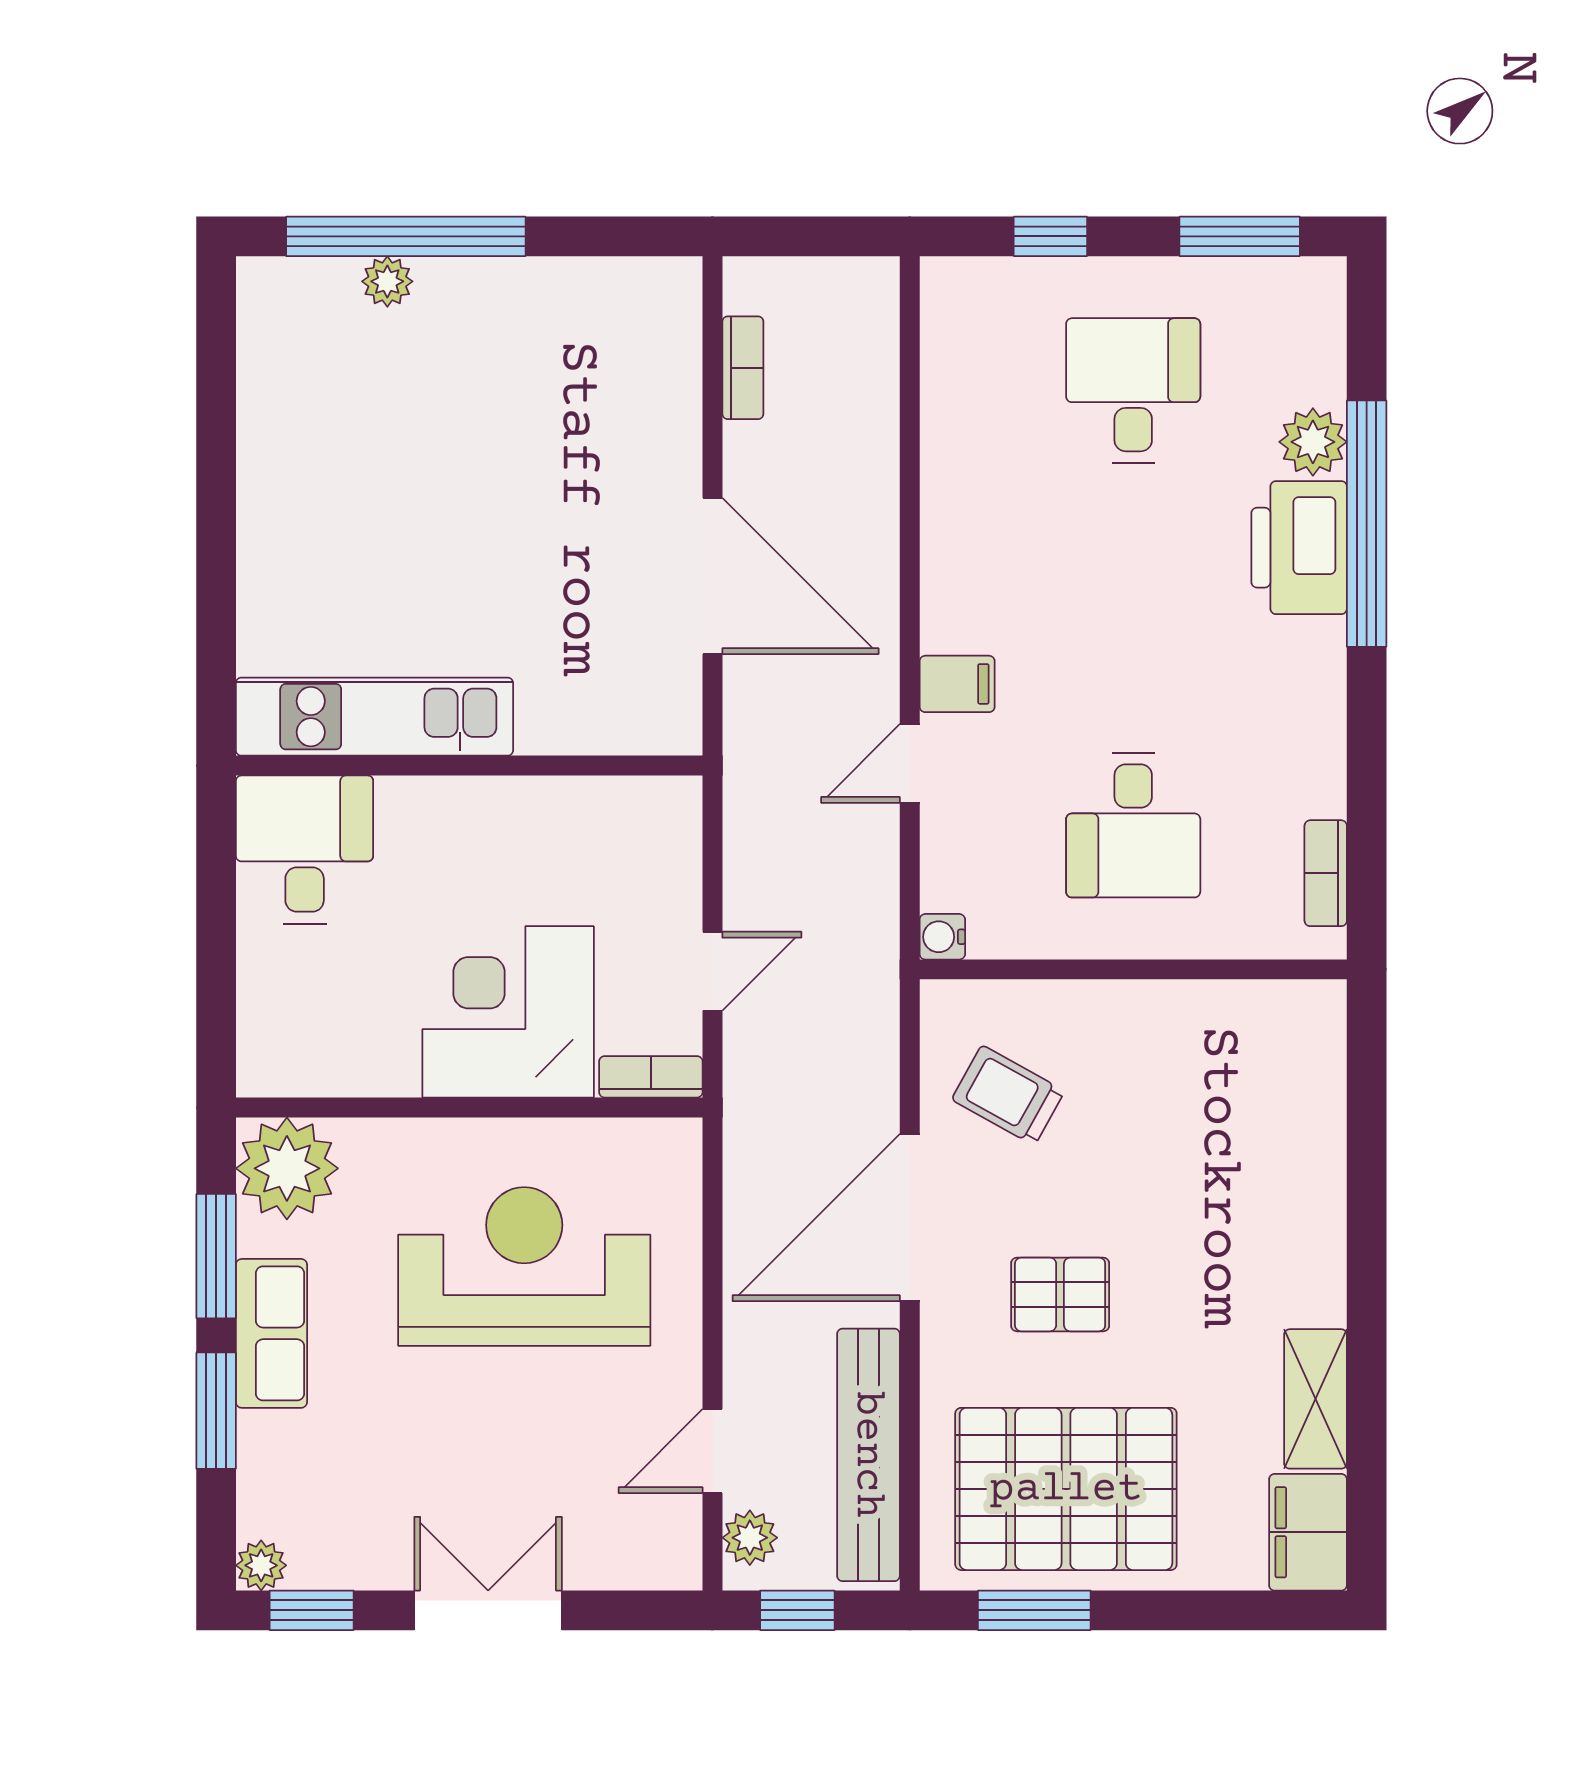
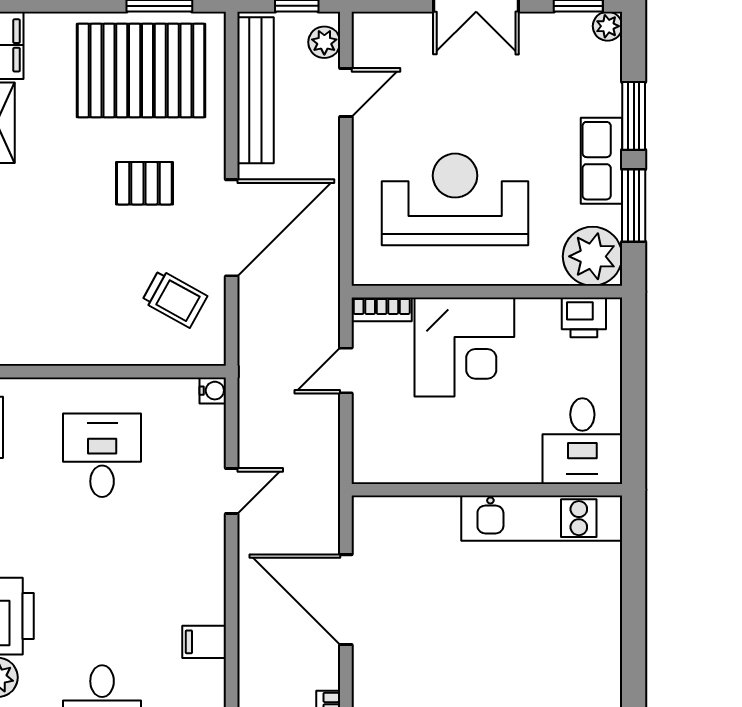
filing cabinet: (957, 684) -> (204, 642), moved
printer: (302, 1063) -> (584, 317), added
reception desk: (524, 1266) -> (455, 199), turned 180

